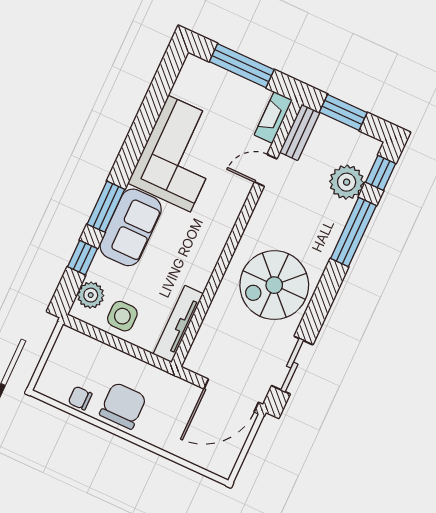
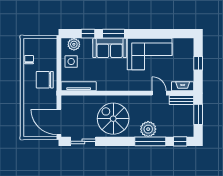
window: (242, 66) -> (198, 63), width x0.46
plant: (347, 182) -> (148, 129), moved
chair: (123, 406) -> (45, 80), moved, turned 180

